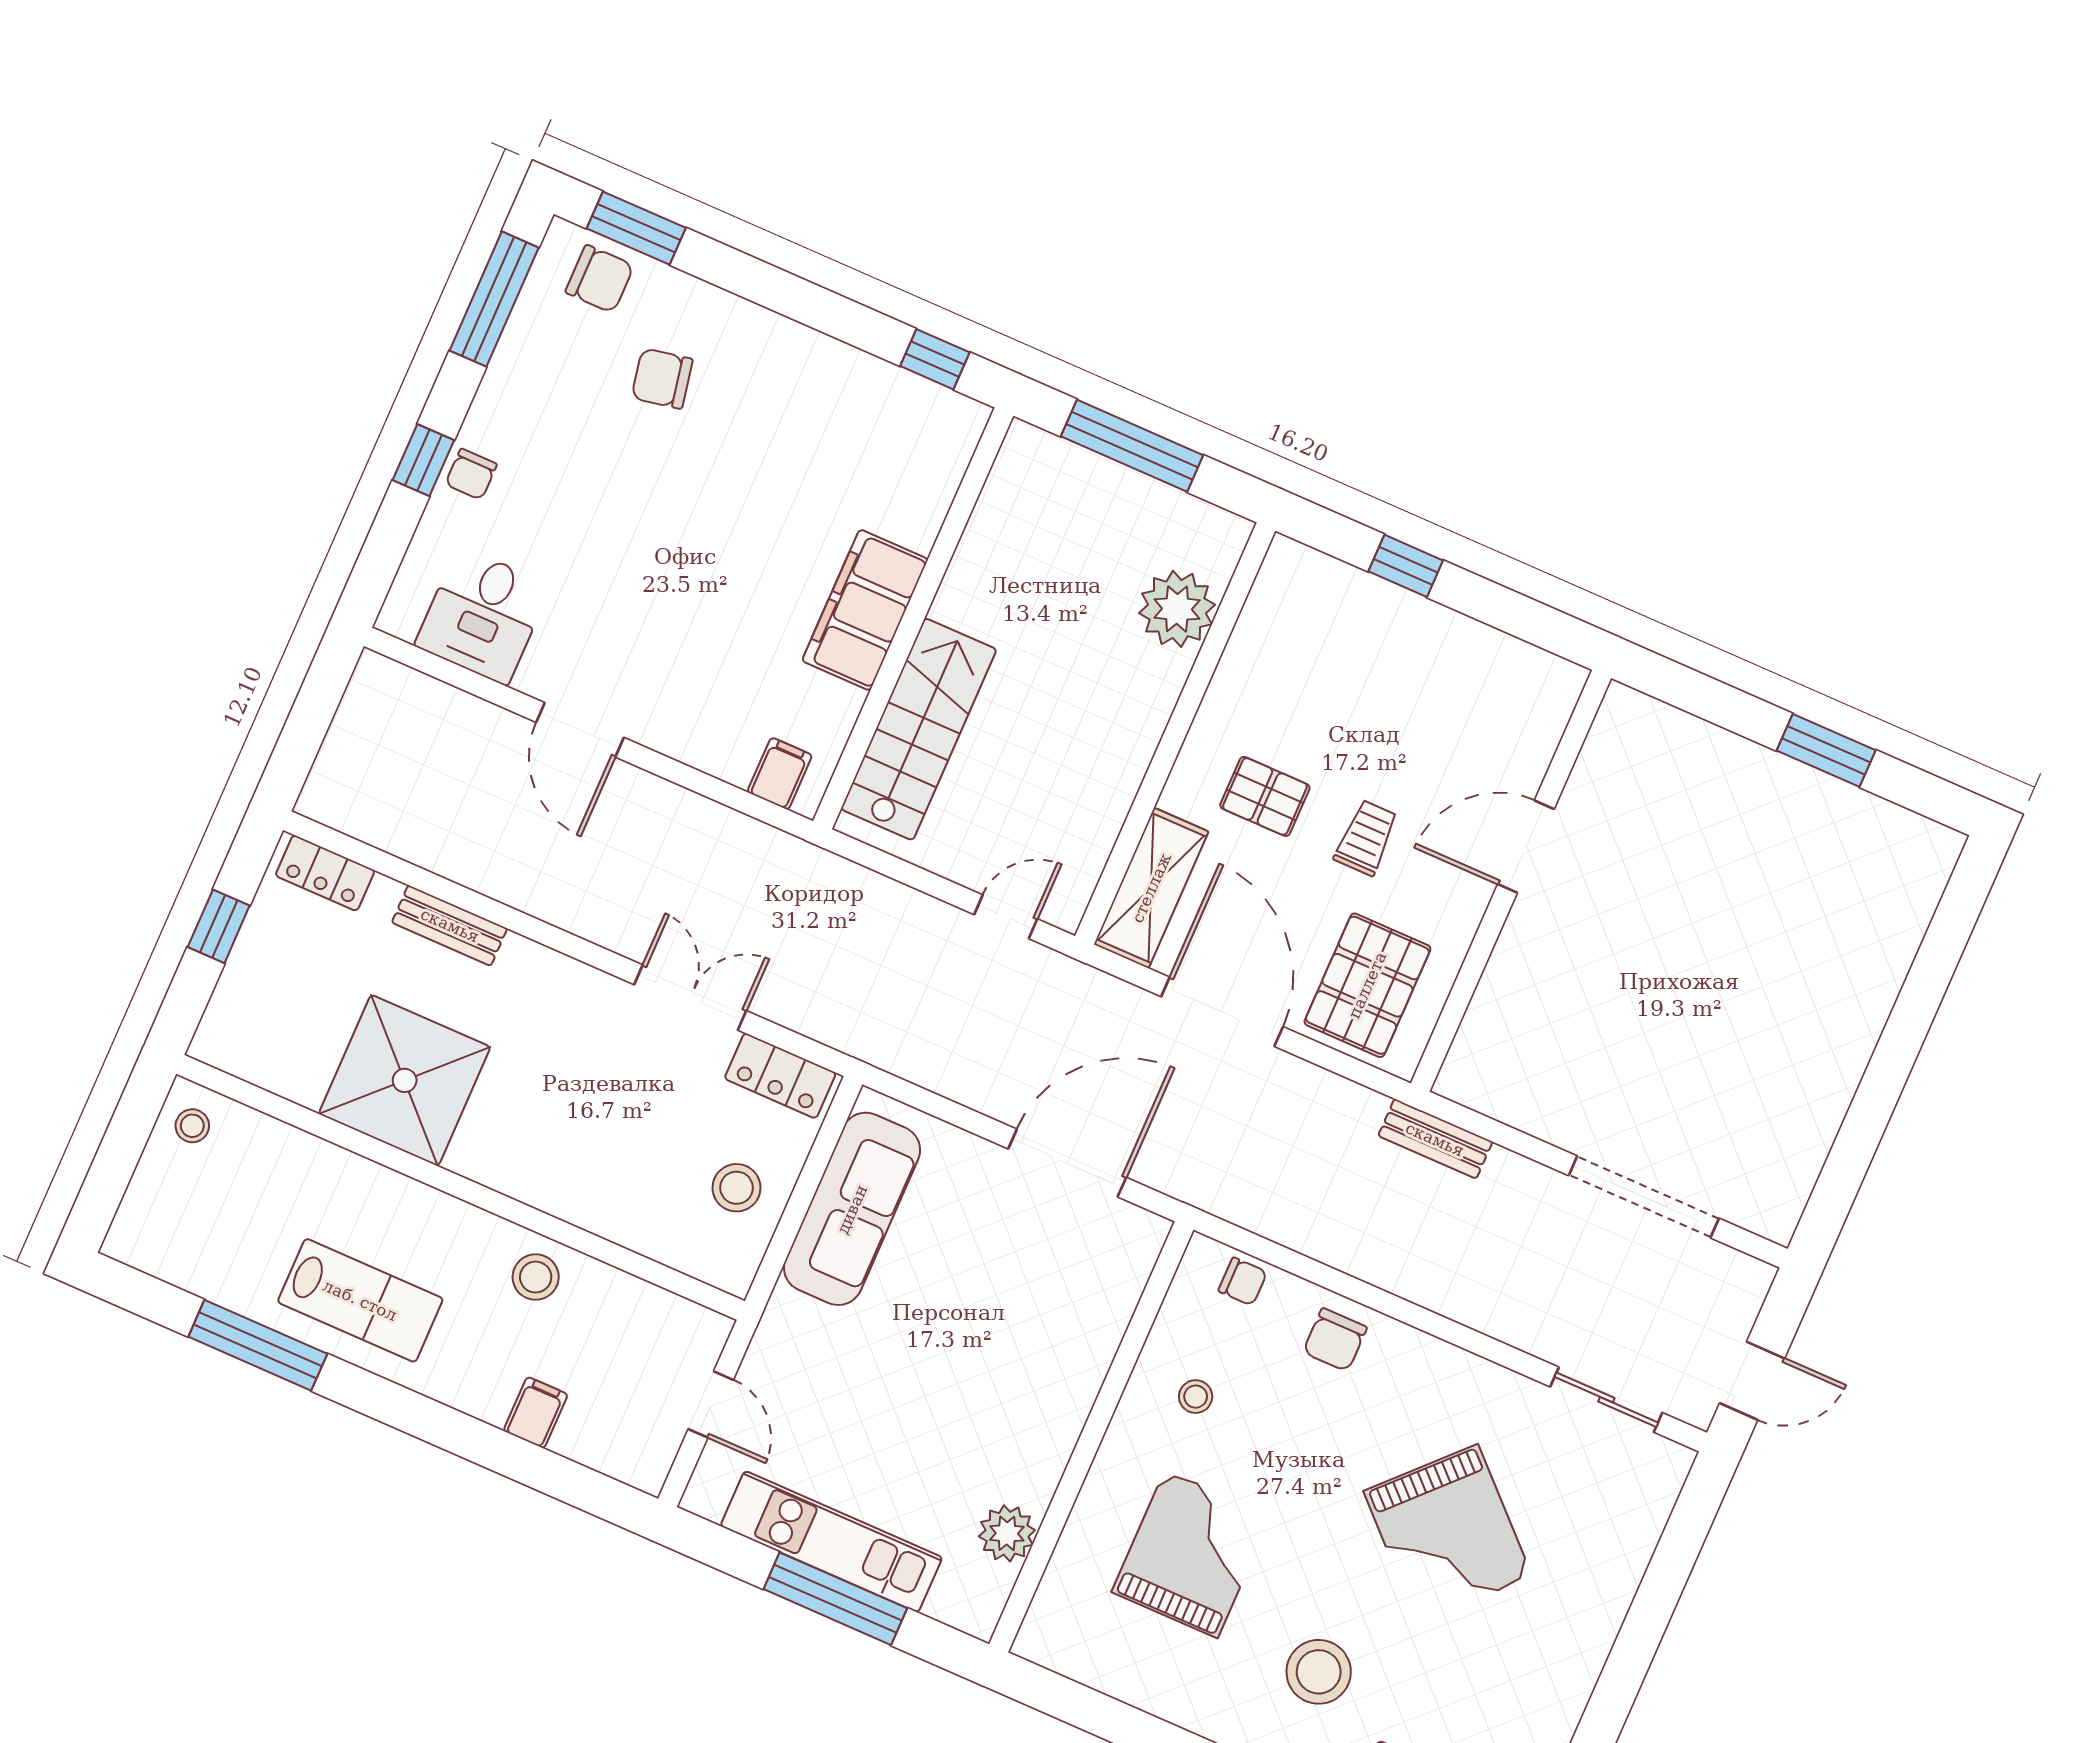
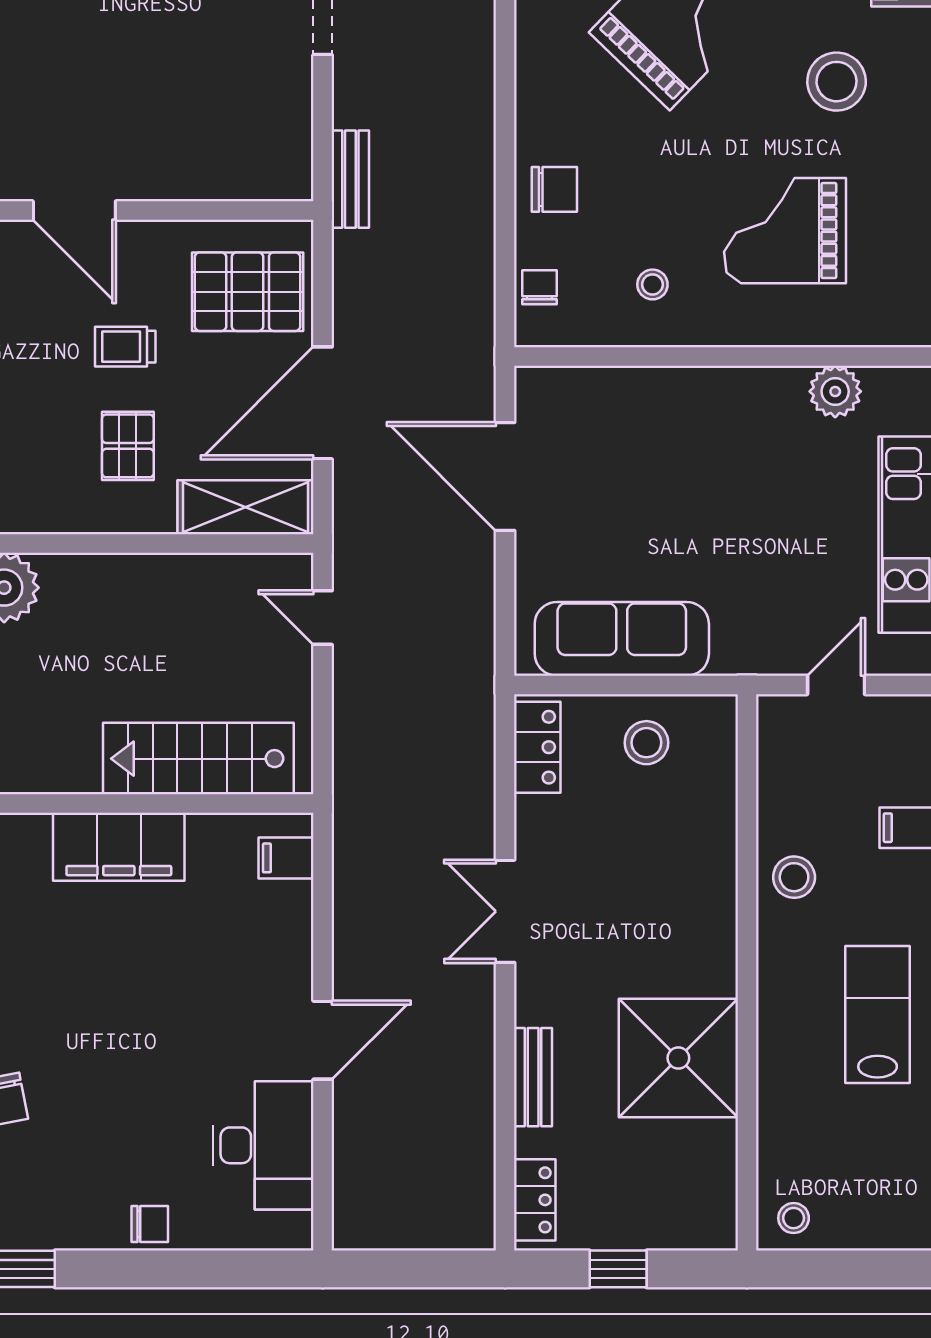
window: (423, 460) -> (155, 1269), removed
desk: (483, 616) -> (263, 1145), width x1.37
double door: (690, 998) -> (505, 911), moved

